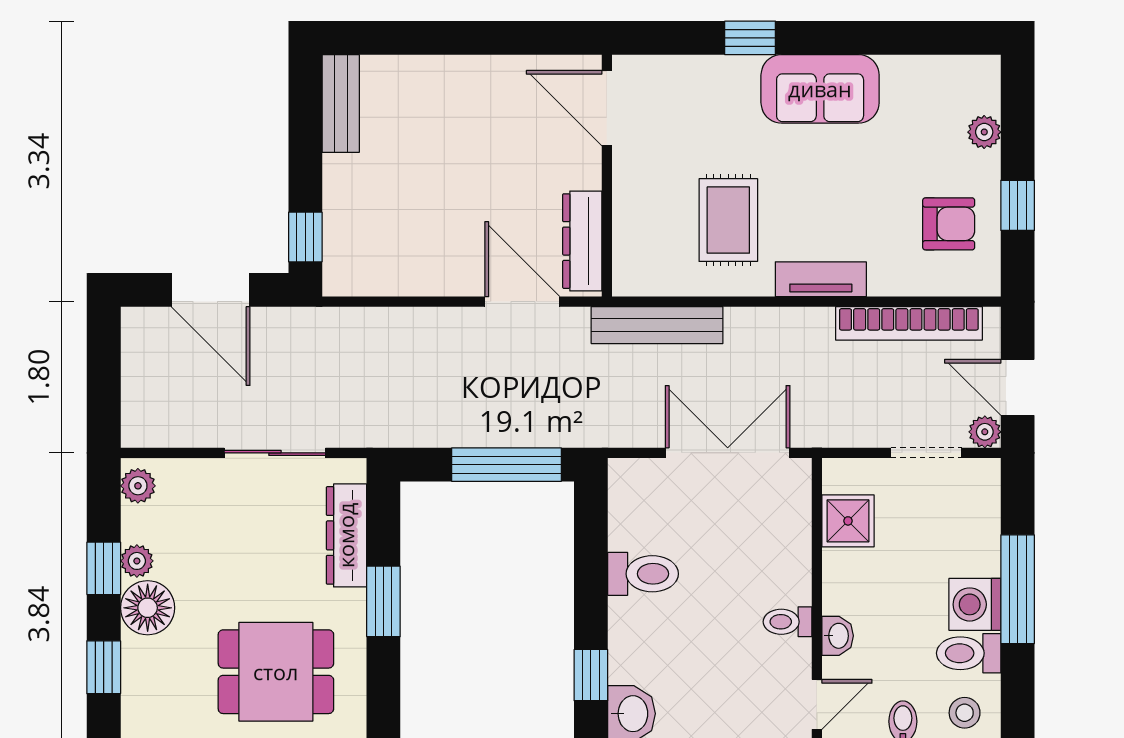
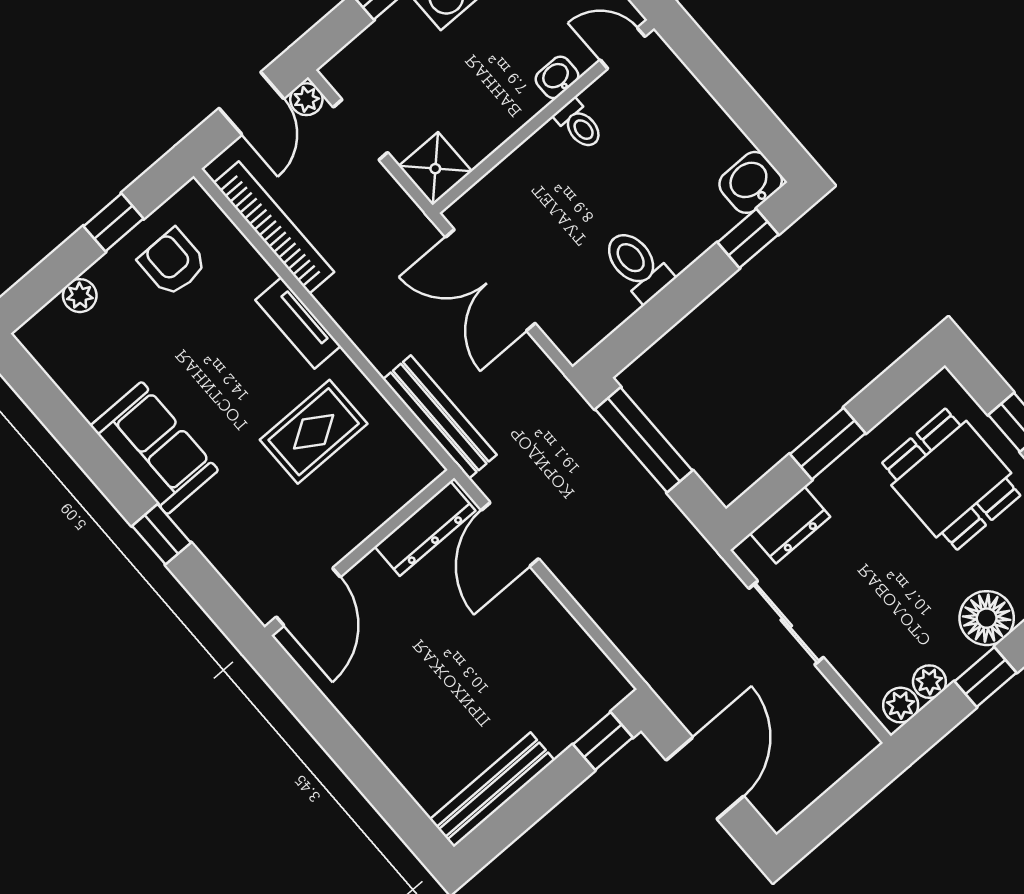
bench: (341, 104) -> (492, 790), width x1.36
shower: (848, 521) -> (435, 169), moved
dresser: (346, 535) -> (790, 525), width x0.70
plant: (137, 561) -> (929, 682), moved

